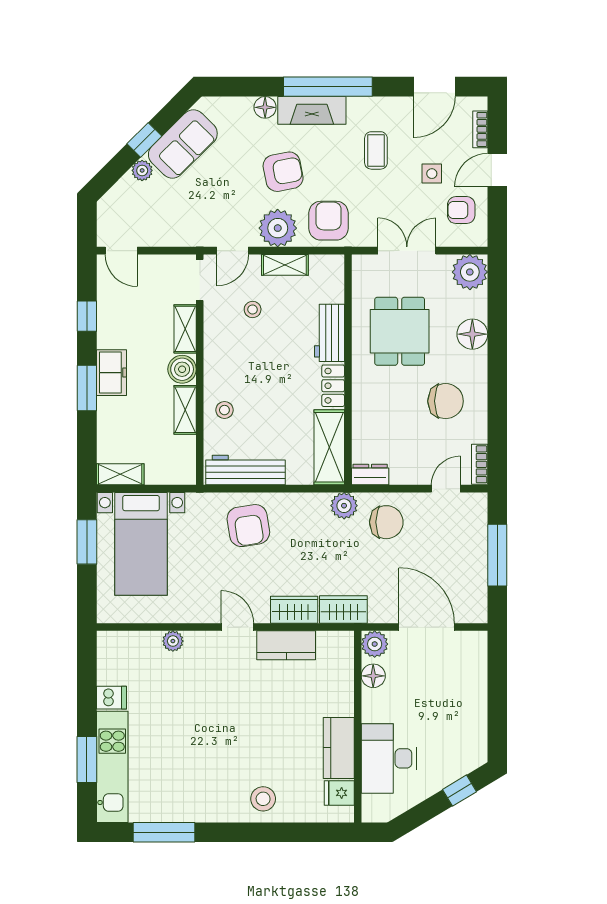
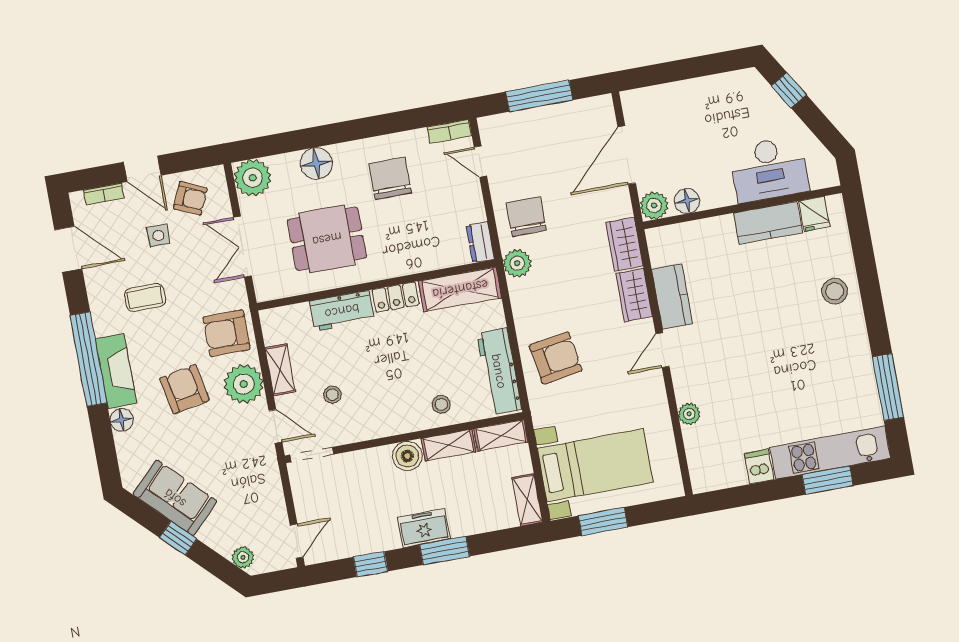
plant: (142, 170) -> (243, 557), moved
armchair: (461, 210) -> (190, 198), turned -66
shelving: (185, 329) -> (501, 435), moved

